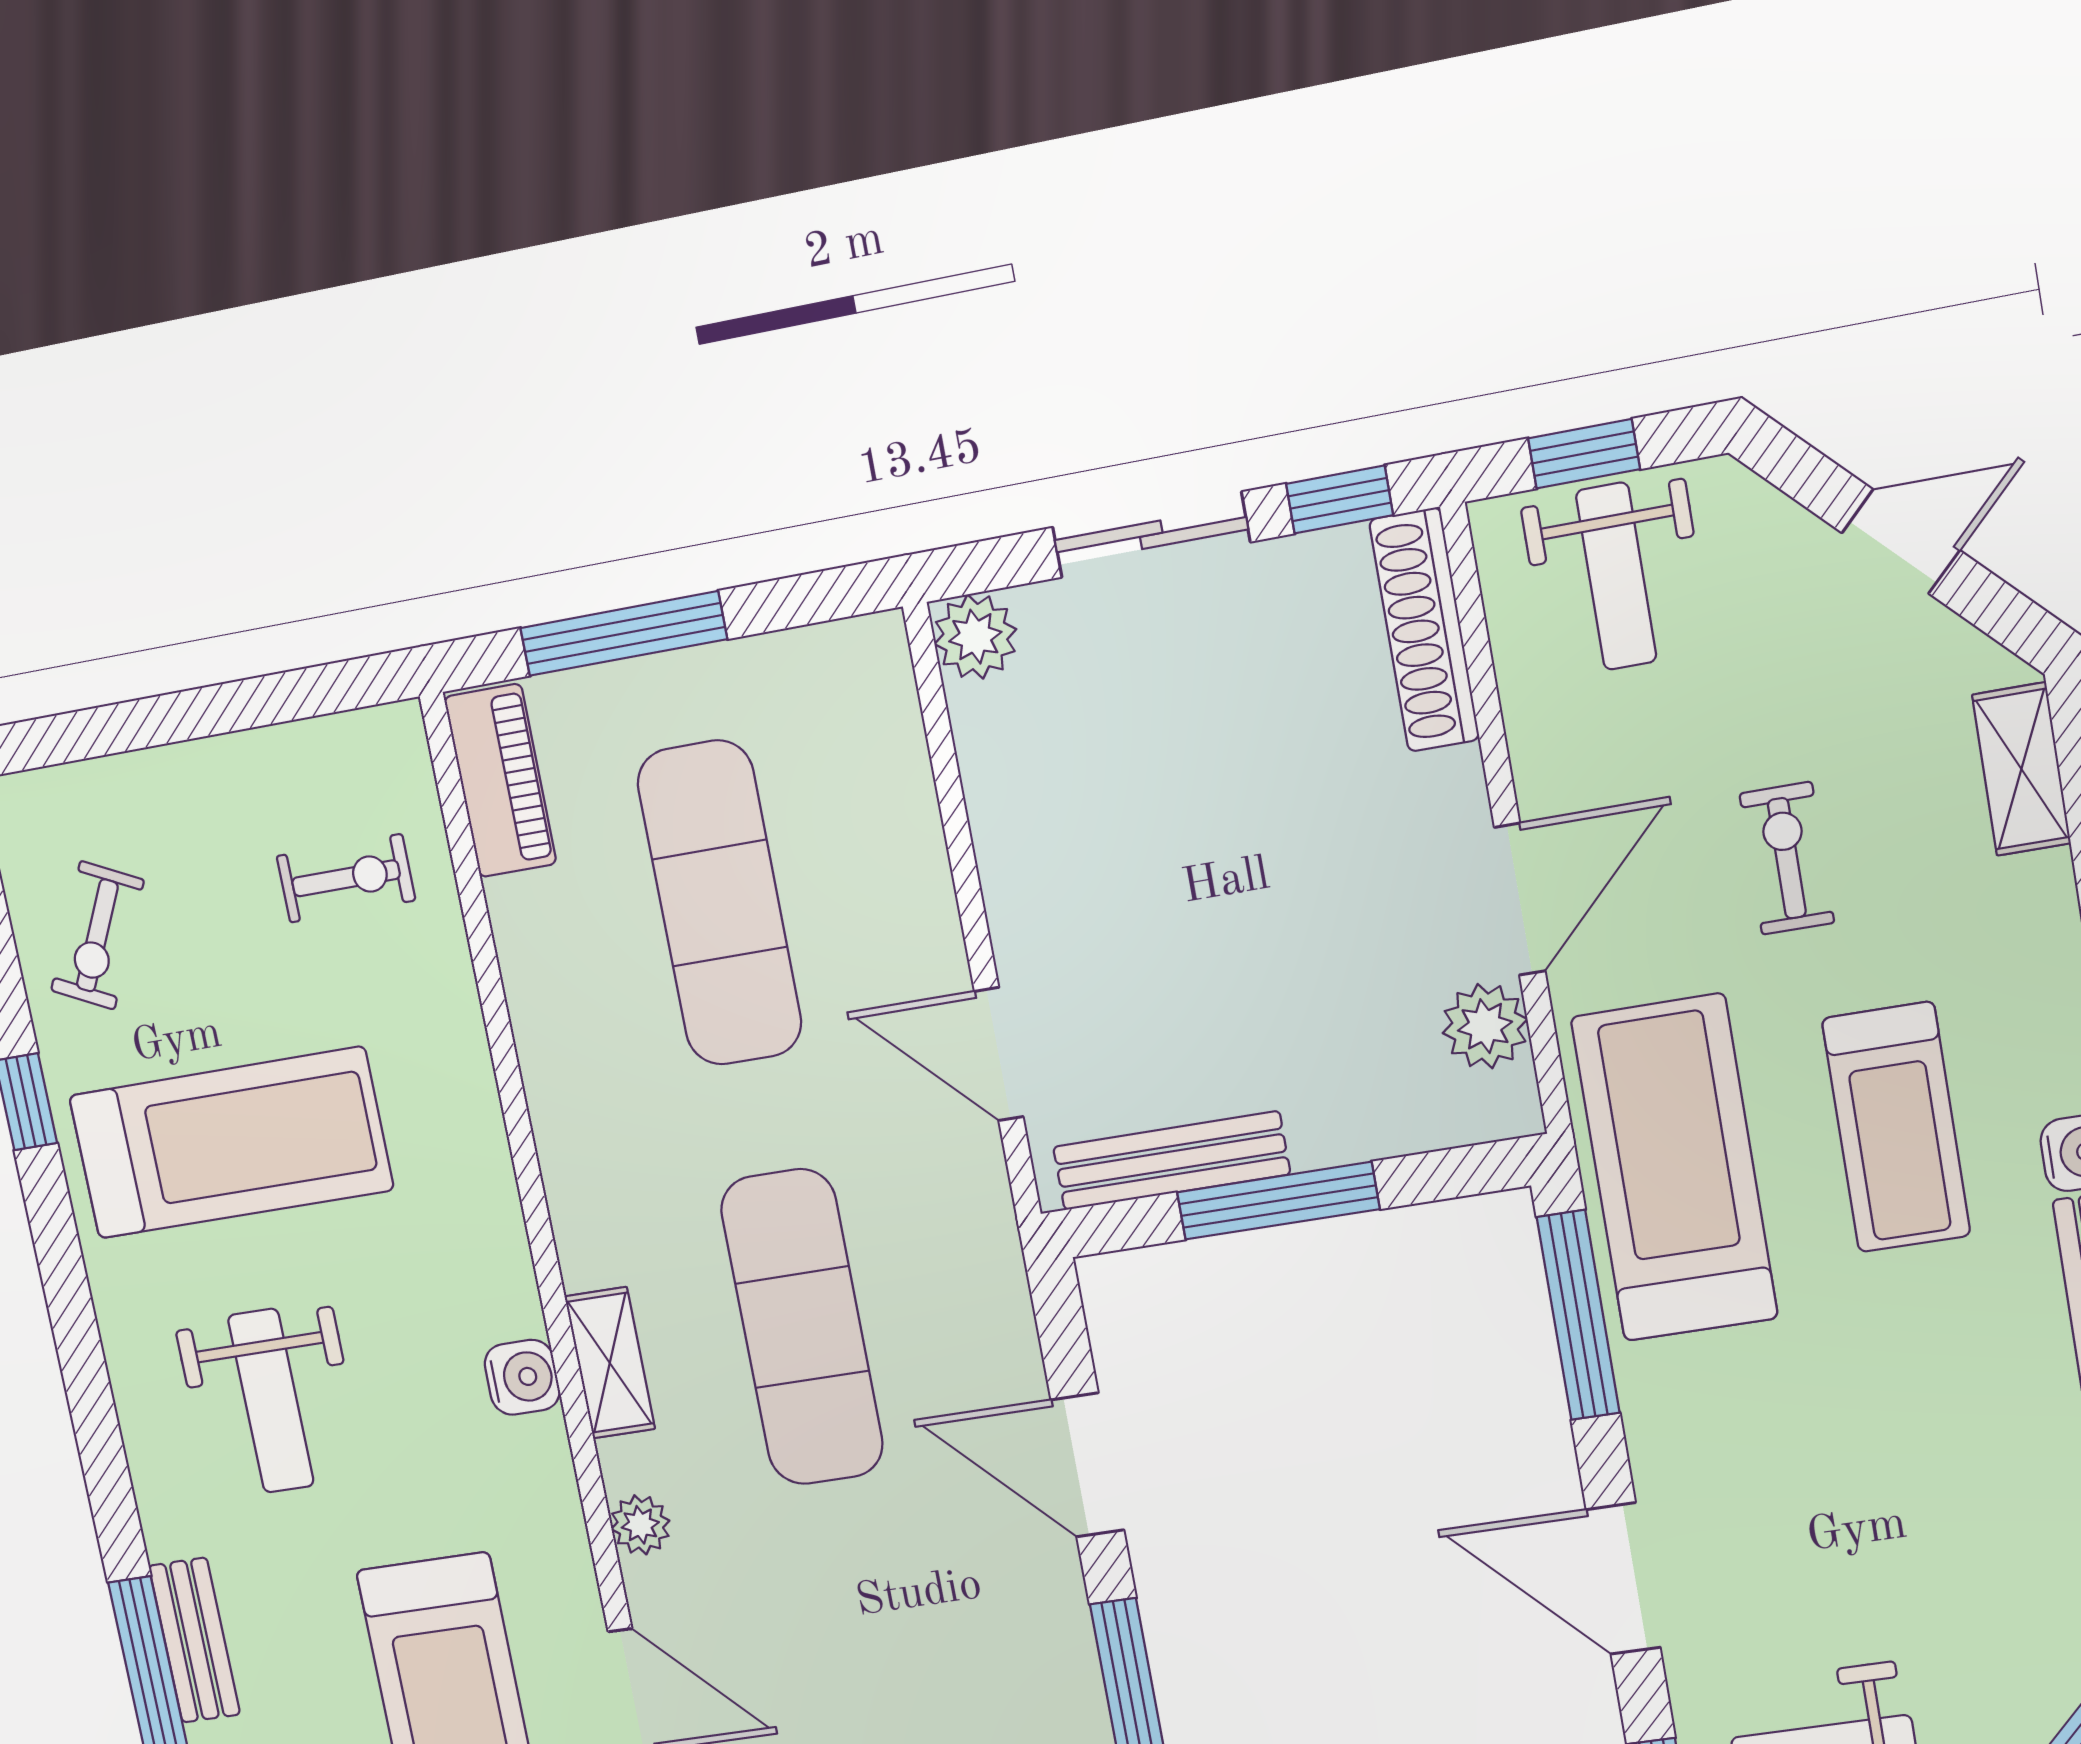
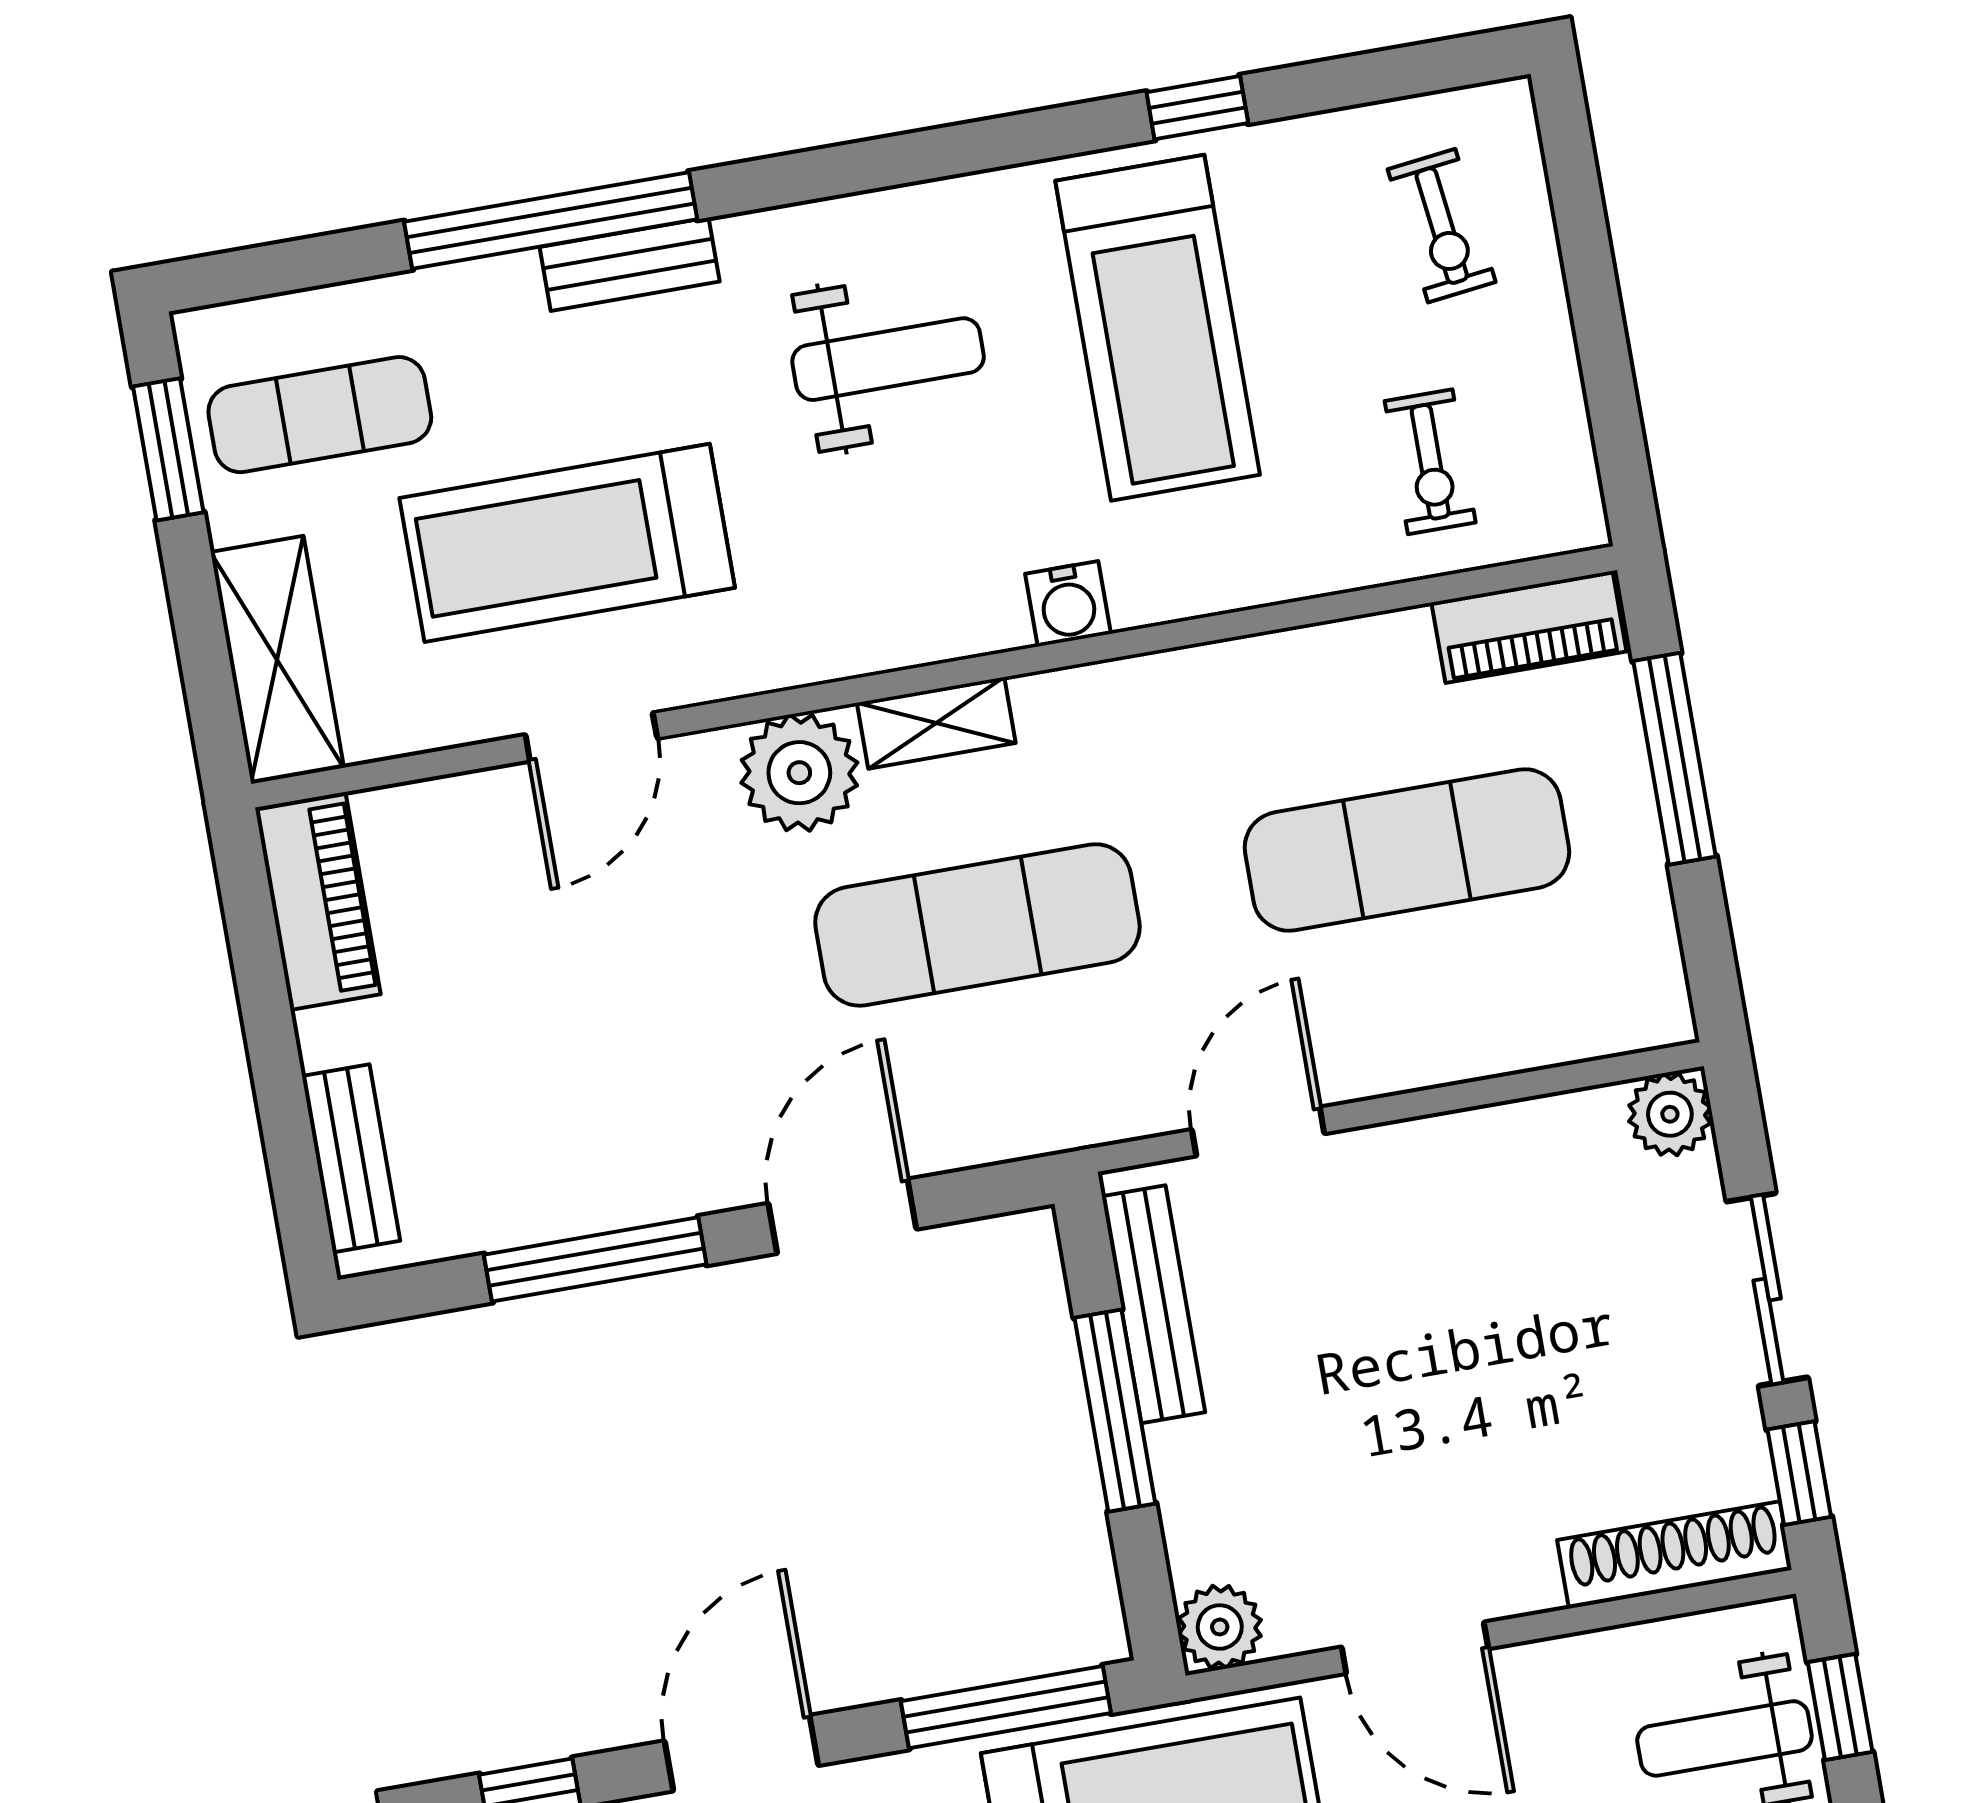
exercise bike: (97, 935) -> (1442, 226), moved, turned -123
plant: (1485, 1026) -> (1220, 1627), moved
water cooler: (522, 1377) -> (1068, 604), moved
weight bench: (271, 1401) -> (888, 359), turned 180
plant: (640, 1525) -> (799, 773), width x1.88, depth x1.88

